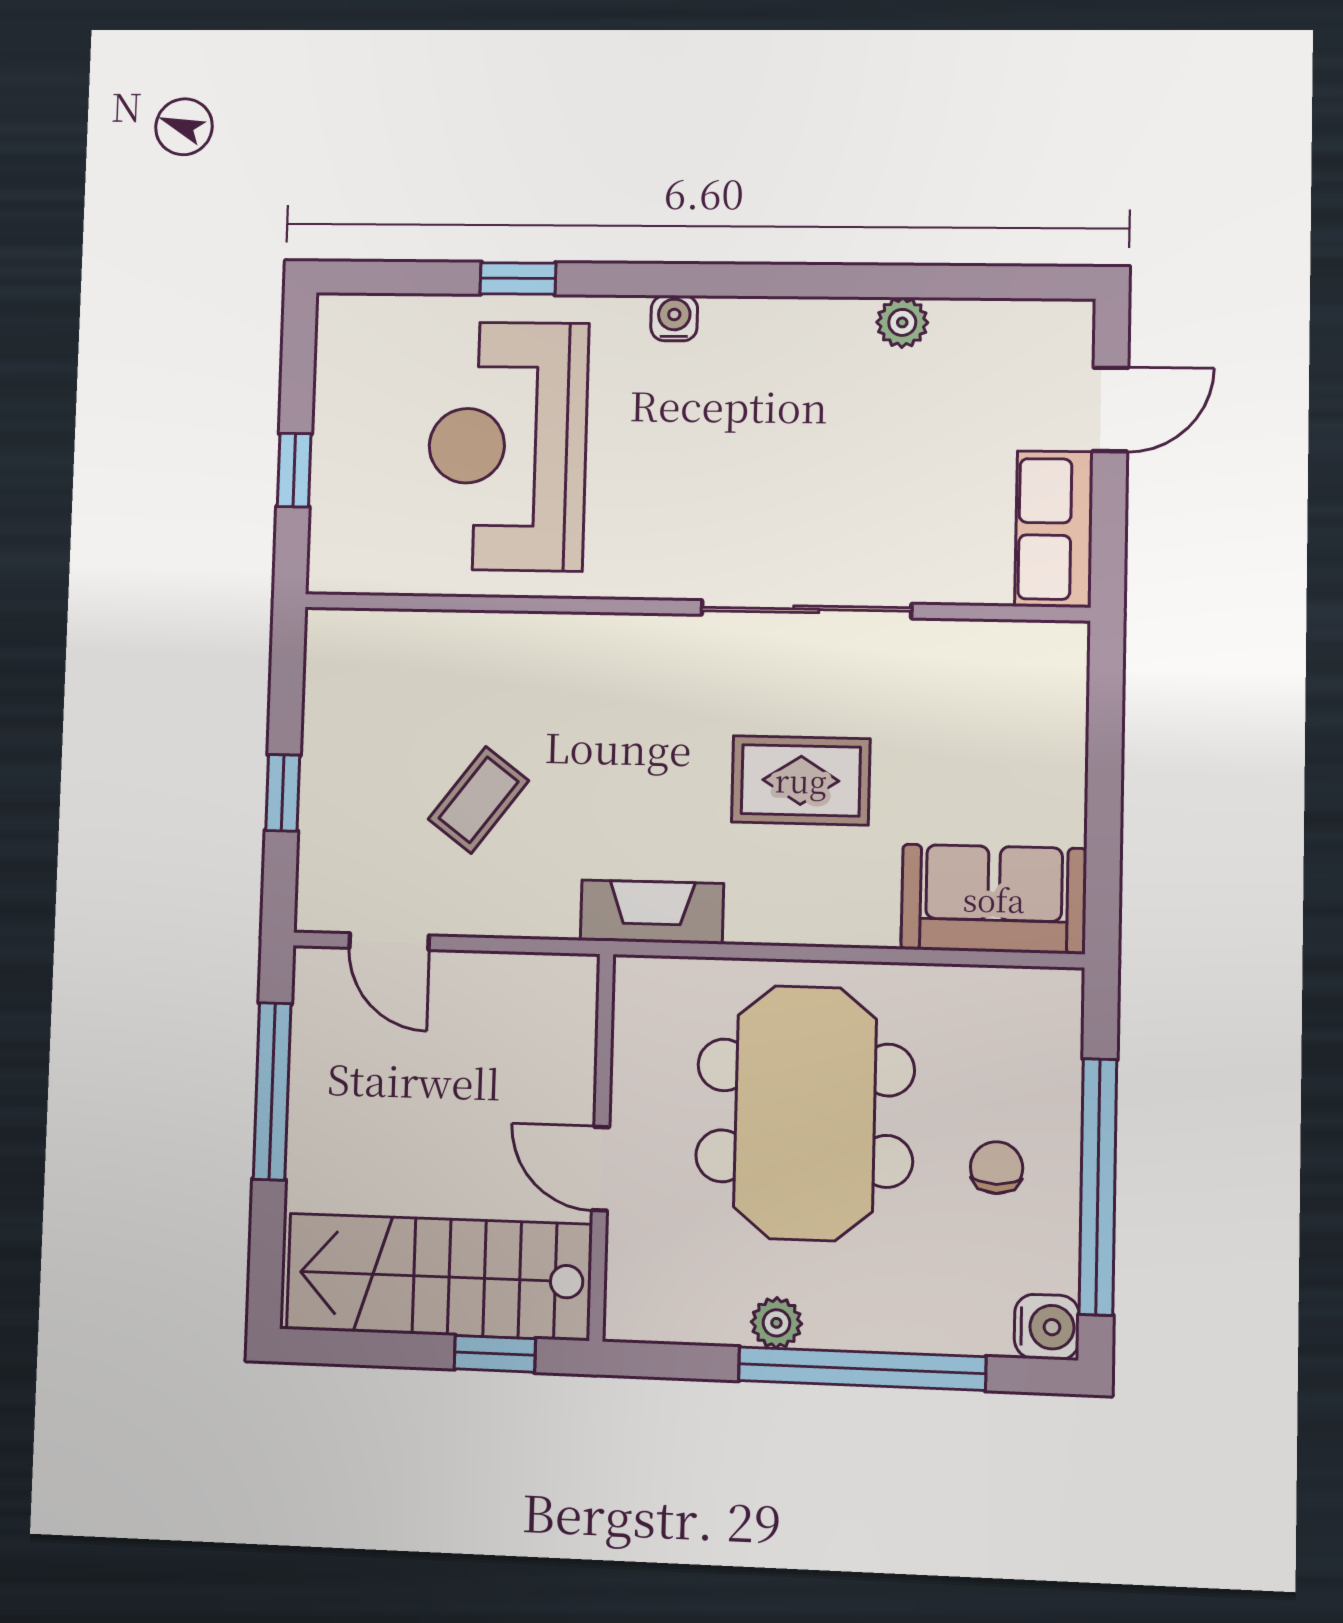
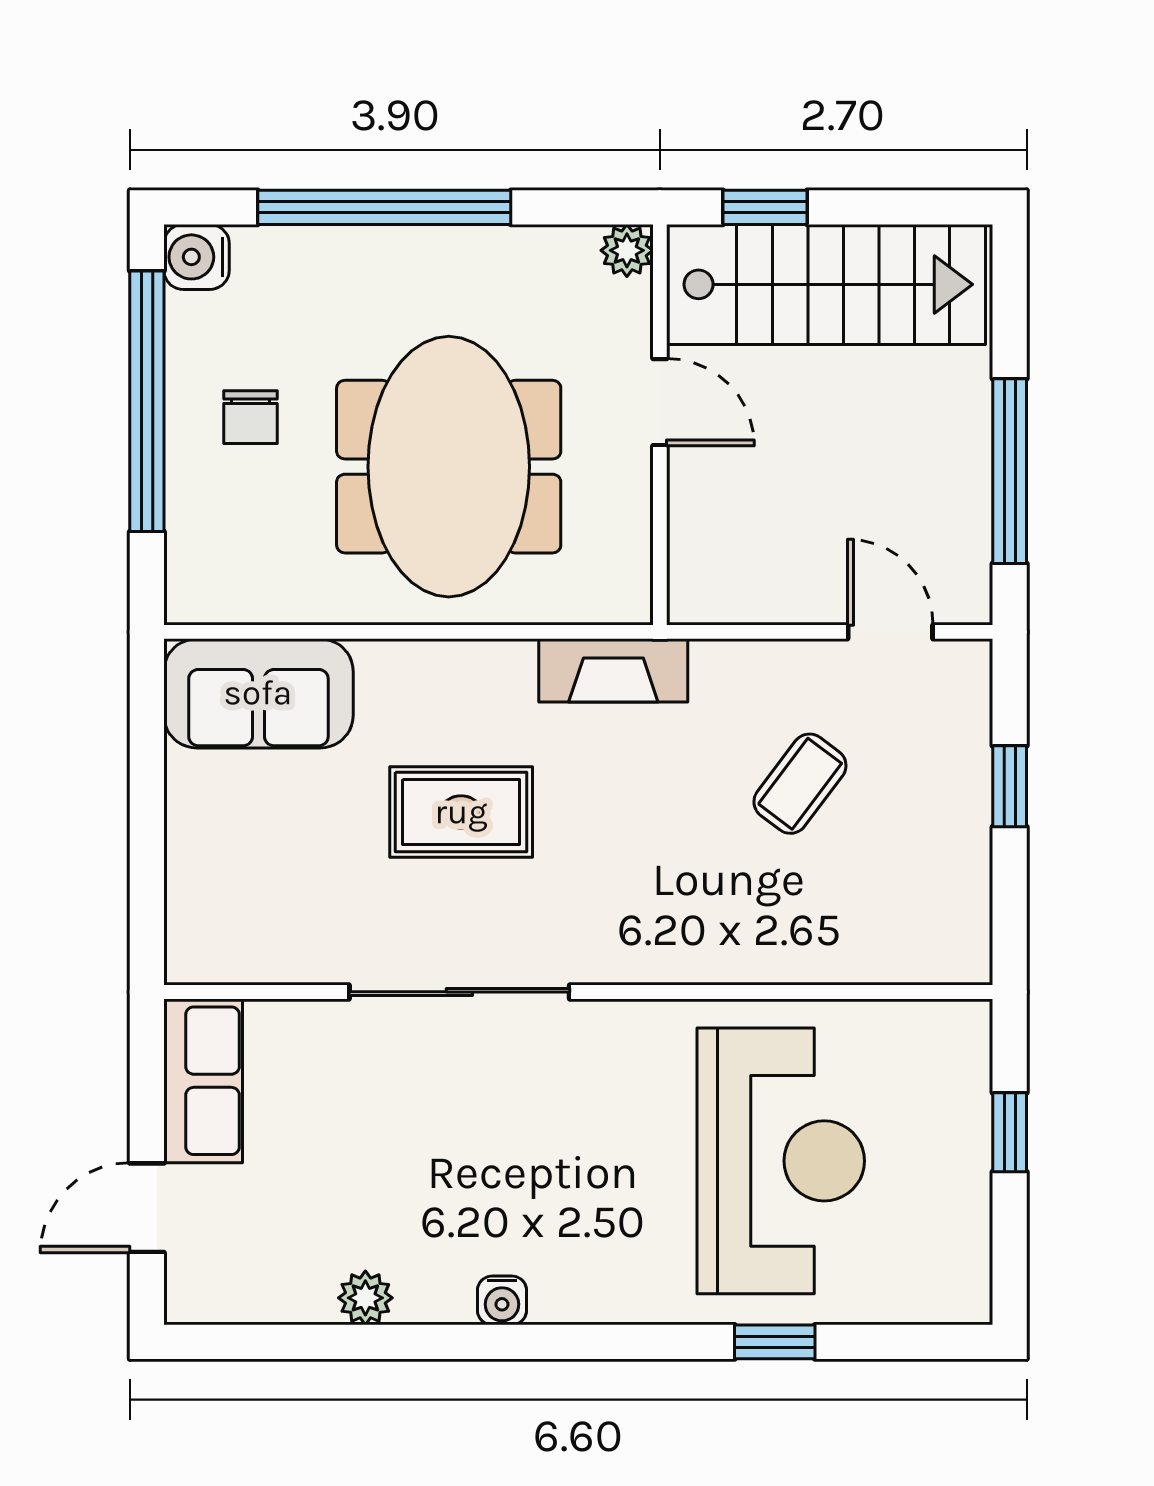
water cooler: (674, 318) -> (502, 1300), moved
plant: (776, 1323) -> (627, 250), moved

